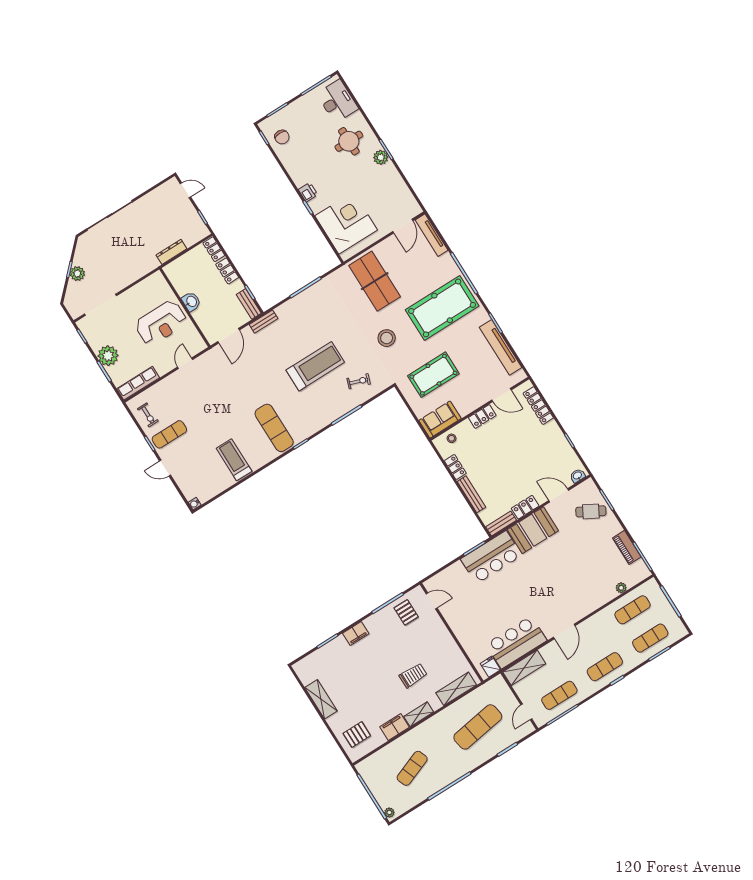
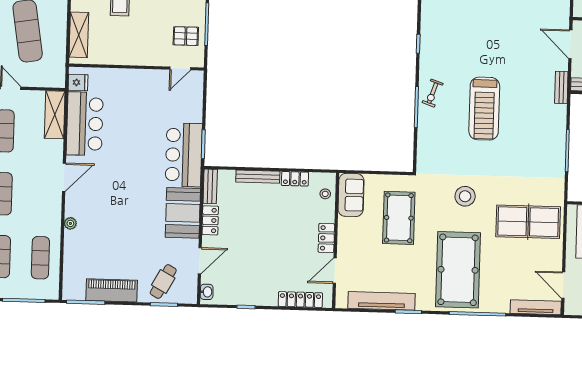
exercise bike: (359, 381) -> (433, 93), moved
exercise mat: (274, 428) -> (451, 28), removed
piano: (627, 547) -> (112, 290), width x1.37, depth x1.33
plant: (621, 588) -> (70, 223), moved
door: (564, 631) -> (64, 177), swing flipped

